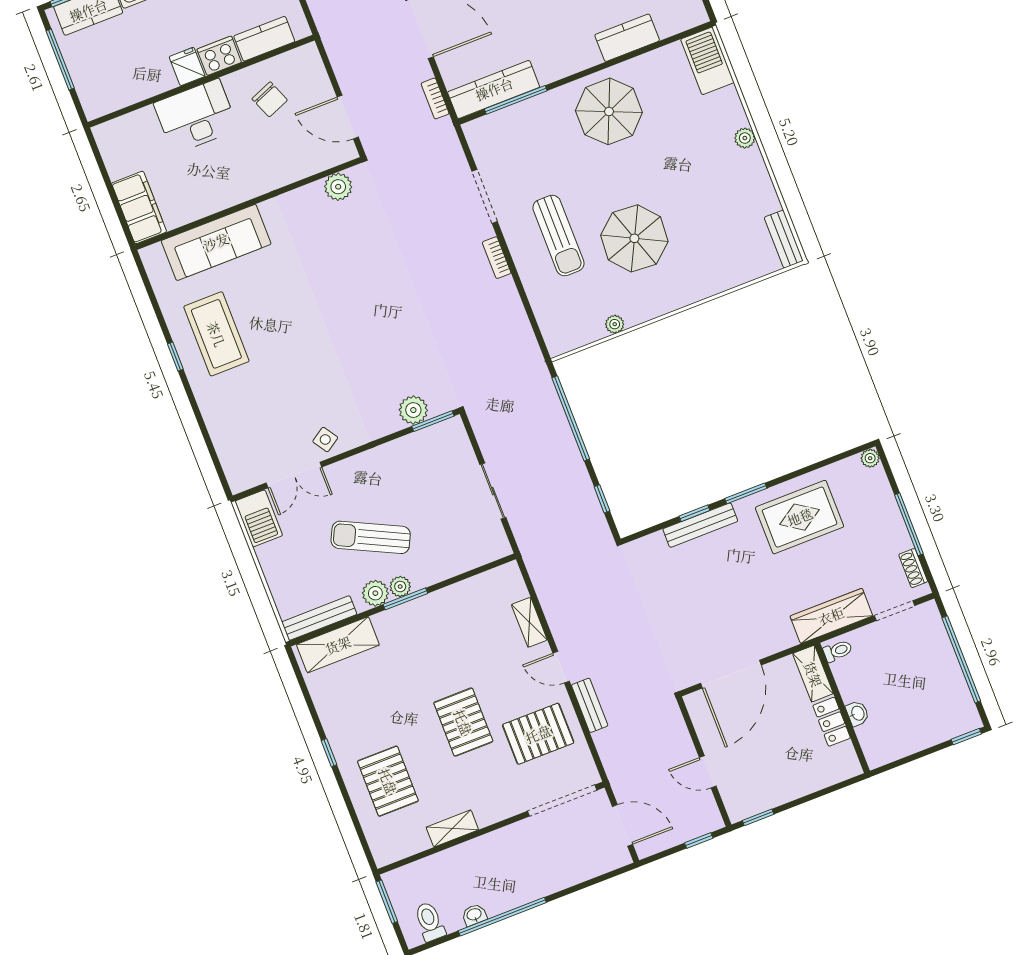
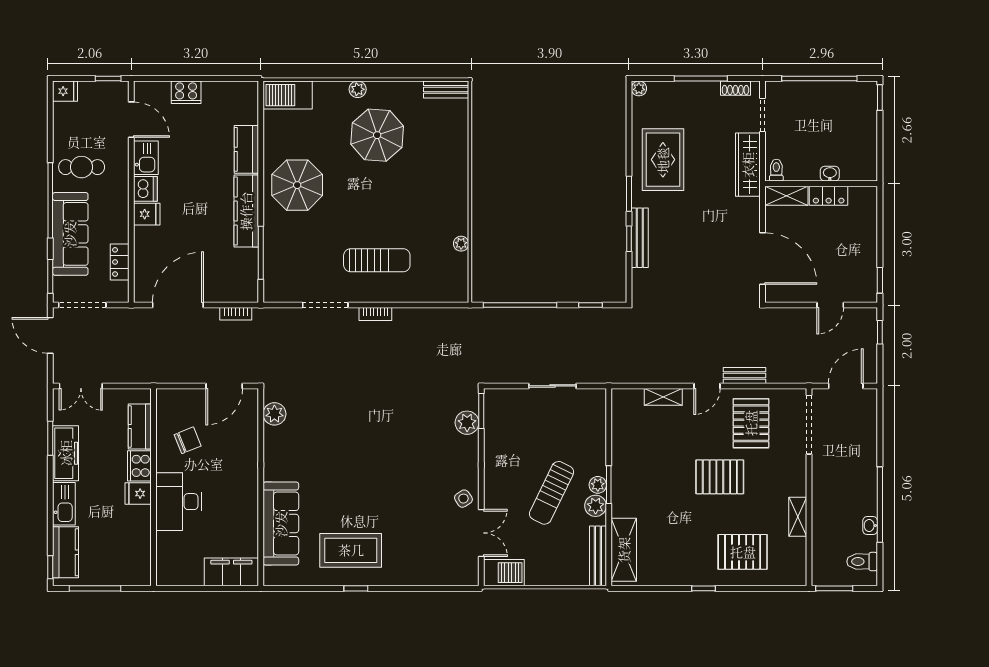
kitchen counter: (494, 89) -> (246, 211), moved
parasol: (634, 238) -> (377, 135), moved

